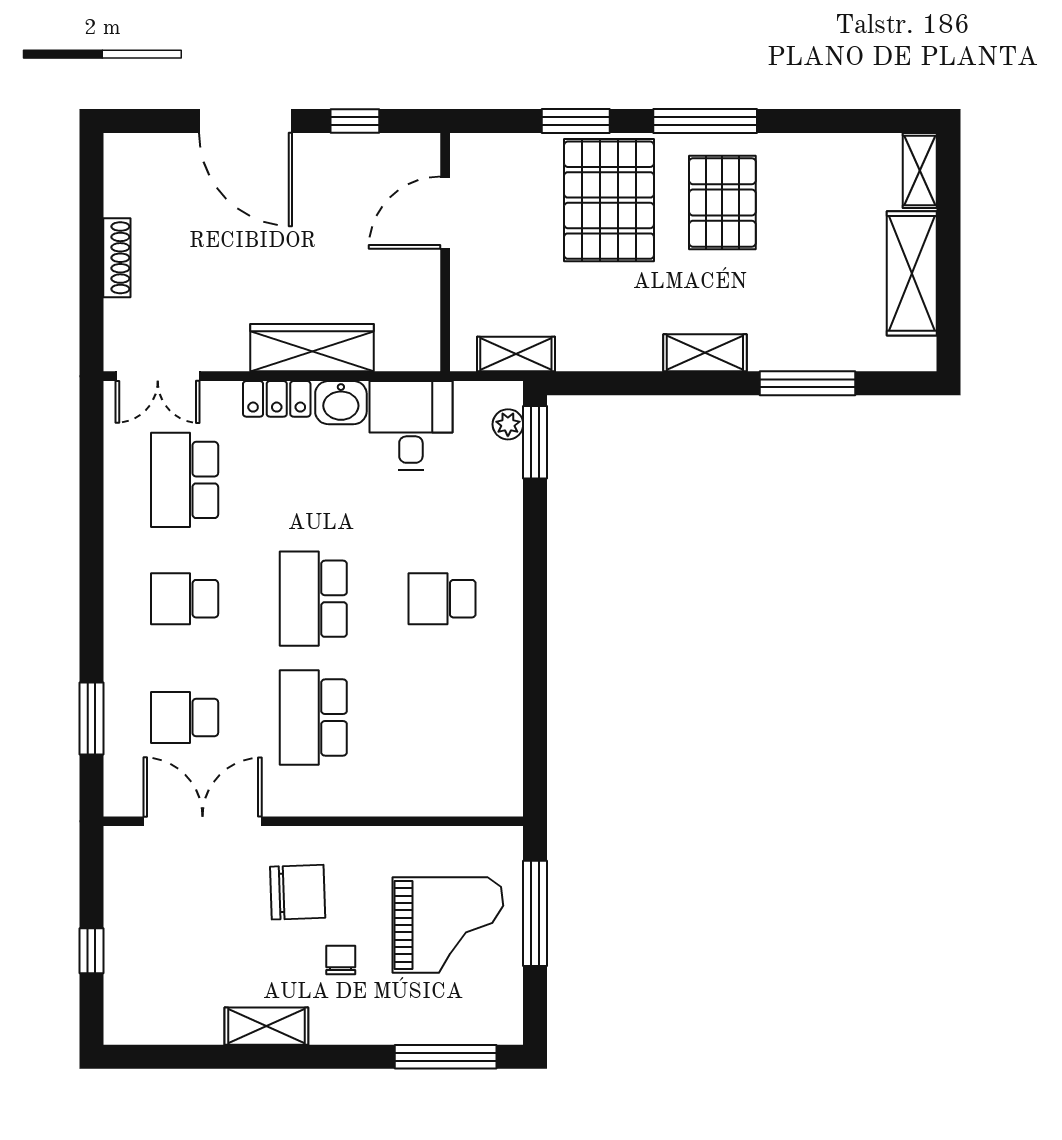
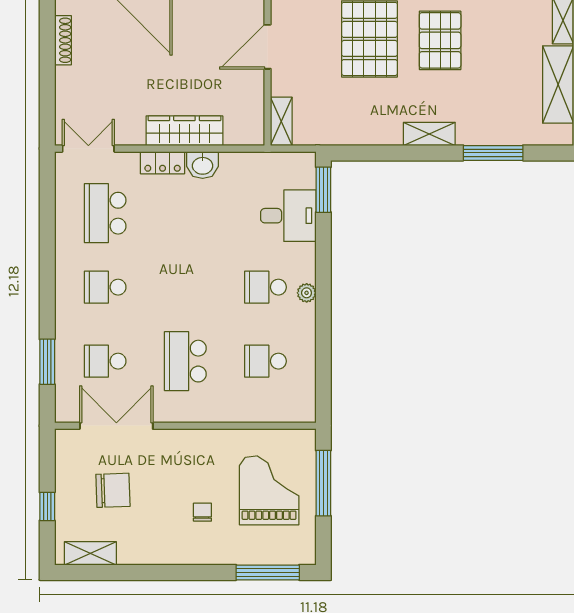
shoe rack: (117, 258) -> (63, 40), moved
shelving: (516, 354) -> (281, 121), moved, turned 90
double door: (158, 376) -> (88, 149), swing flipped
plant: (508, 424) -> (307, 293), moved
desk: (411, 425) -> (288, 216), moved, turned 90
school desk: (313, 599) -> (265, 361), moved, width x0.54
chair: (298, 892) -> (113, 490), moved
grand piano: (448, 925) -> (269, 490), turned -90
shelving: (266, 1026) -> (90, 553), moved

